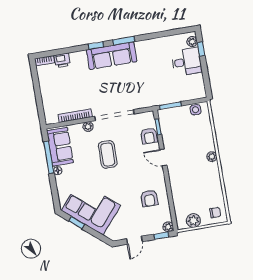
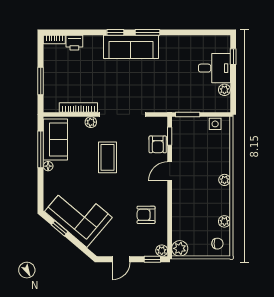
plant: (192, 42) -> (224, 90), moved
window: (39, 98) -> (41, 81), added
door: (163, 157) -> (170, 171), hinge flipped
plant: (218, 192) -> (224, 221), added
armchair: (149, 198) -> (146, 215), turned 90
plant: (193, 221) -> (180, 248), moved

